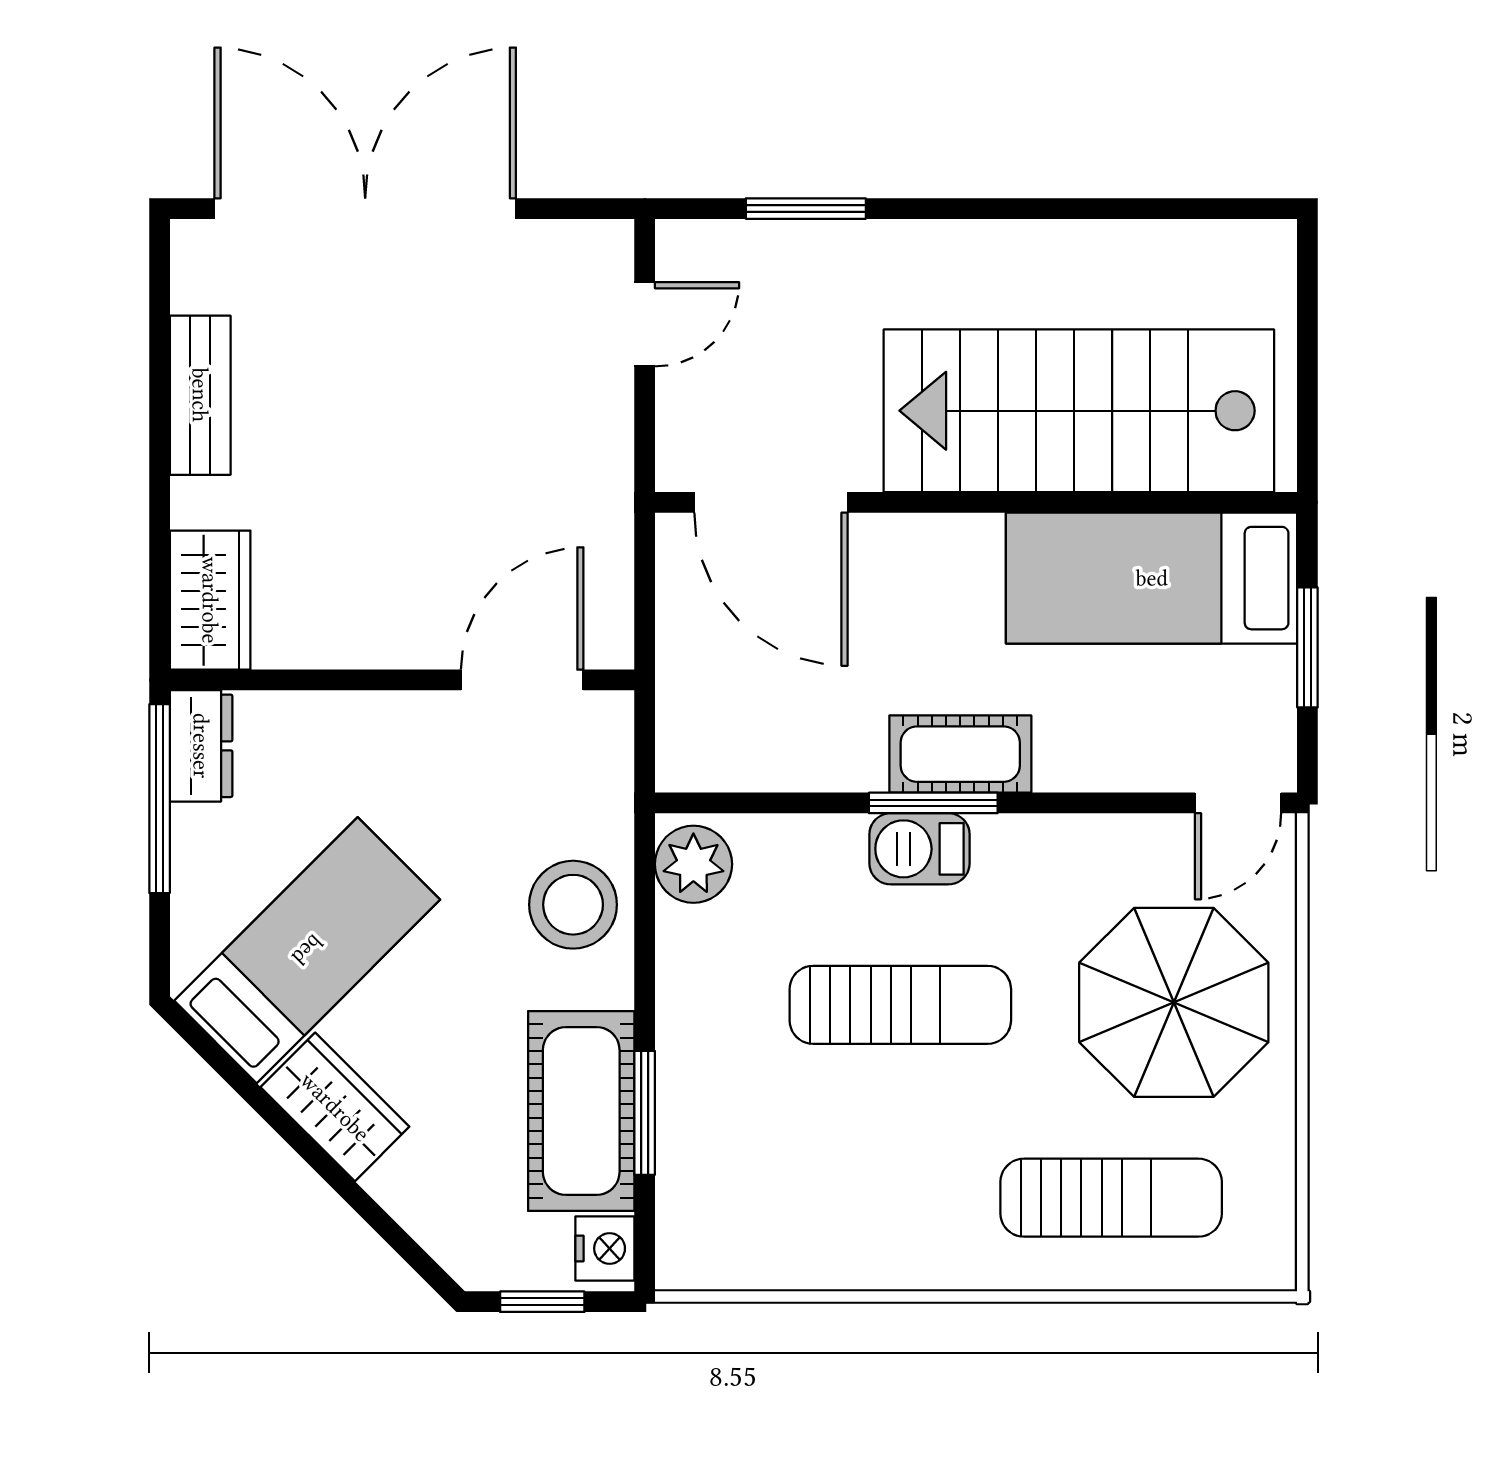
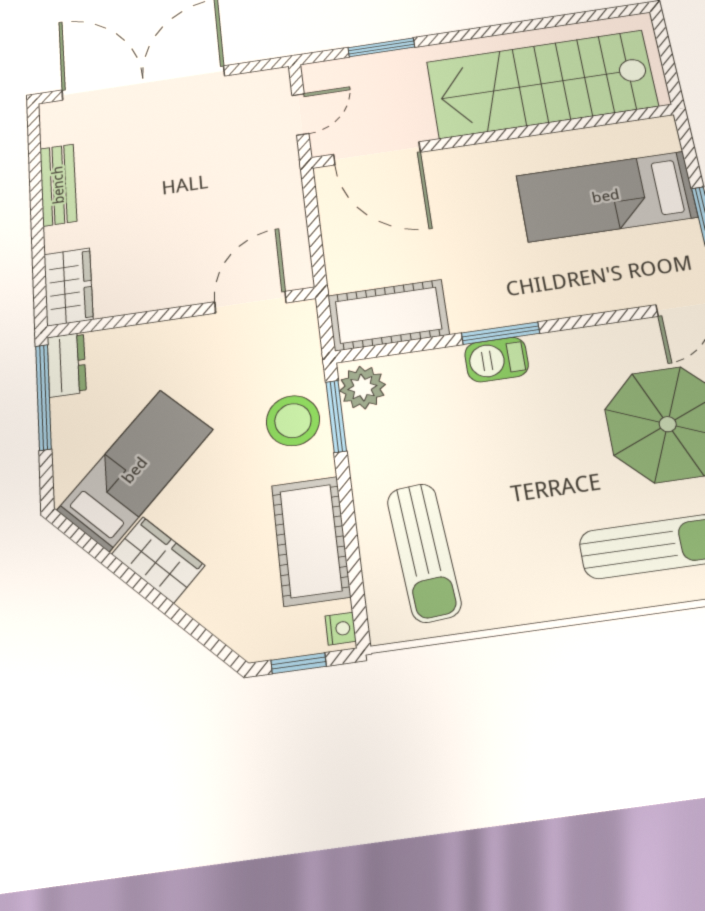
stairs: (1079, 411) -> (541, 84), moved
door: (771, 502) -> (377, 153), moved
wall: (976, 502) -> (492, 136), moved
cot: (960, 754) -> (388, 315), moved, width x1.37, depth x1.34
sun lounger: (900, 1005) -> (424, 552), moved, turned 85
window: (645, 1113) -> (336, 416), moved
nightstand: (605, 1248) -> (341, 629), width x0.72, depth x0.74

